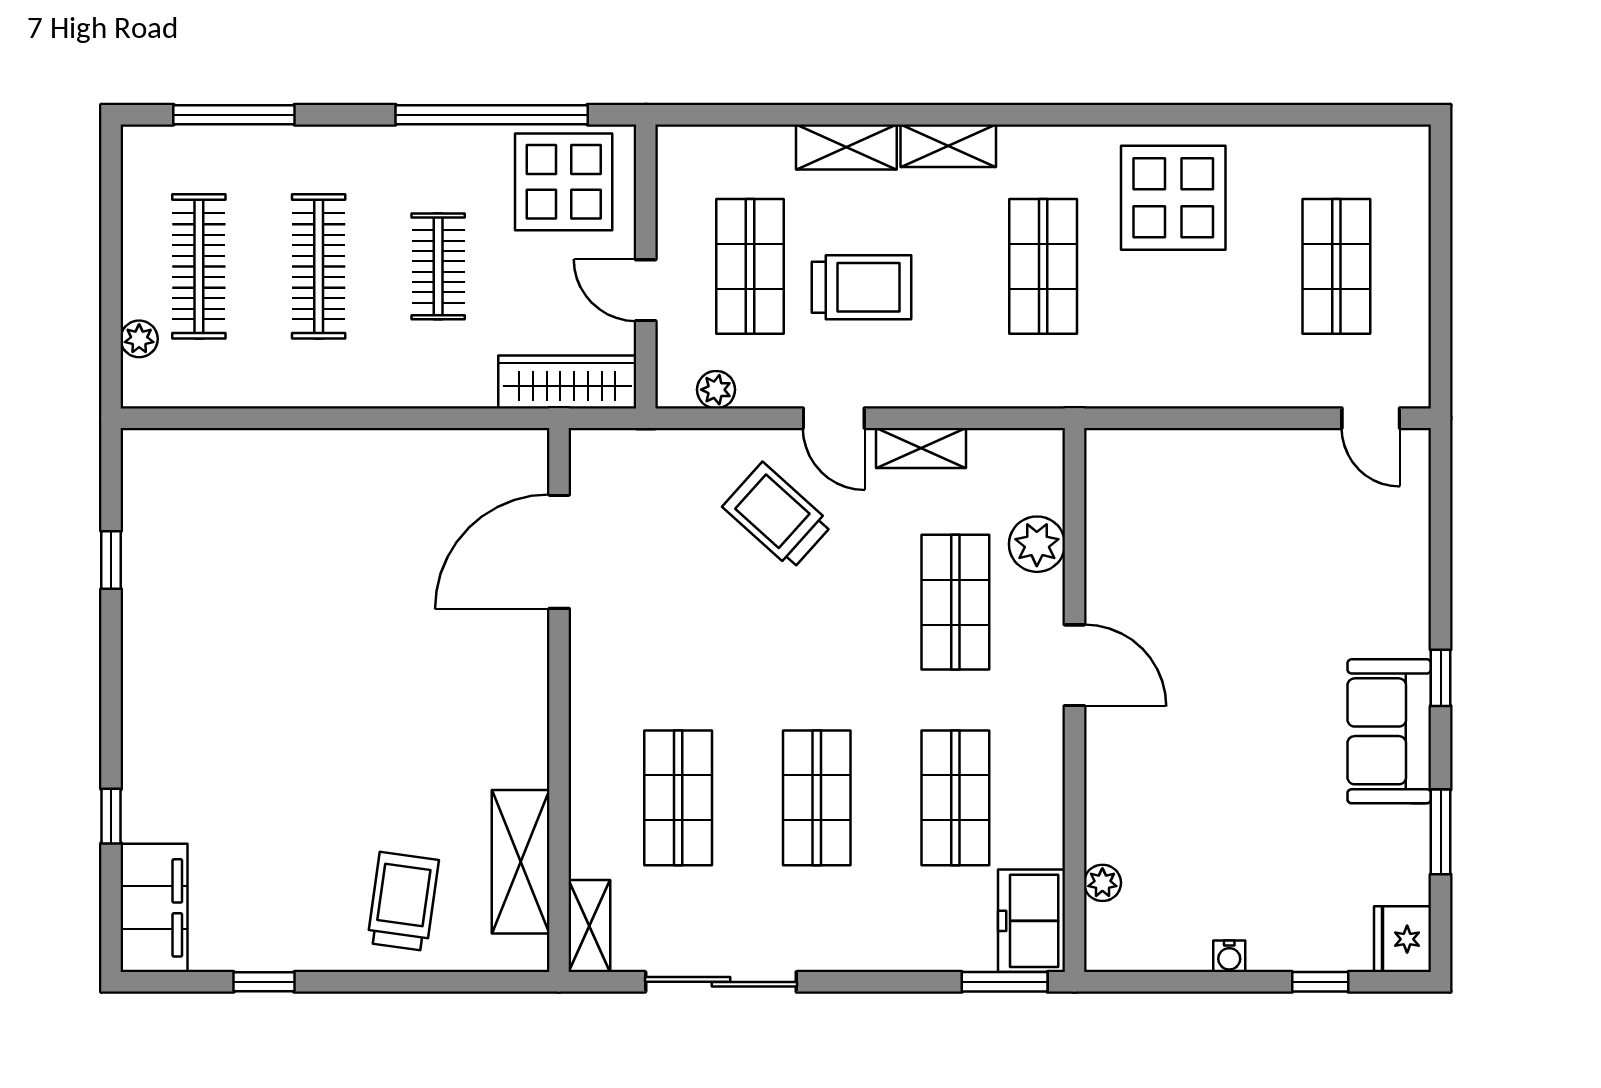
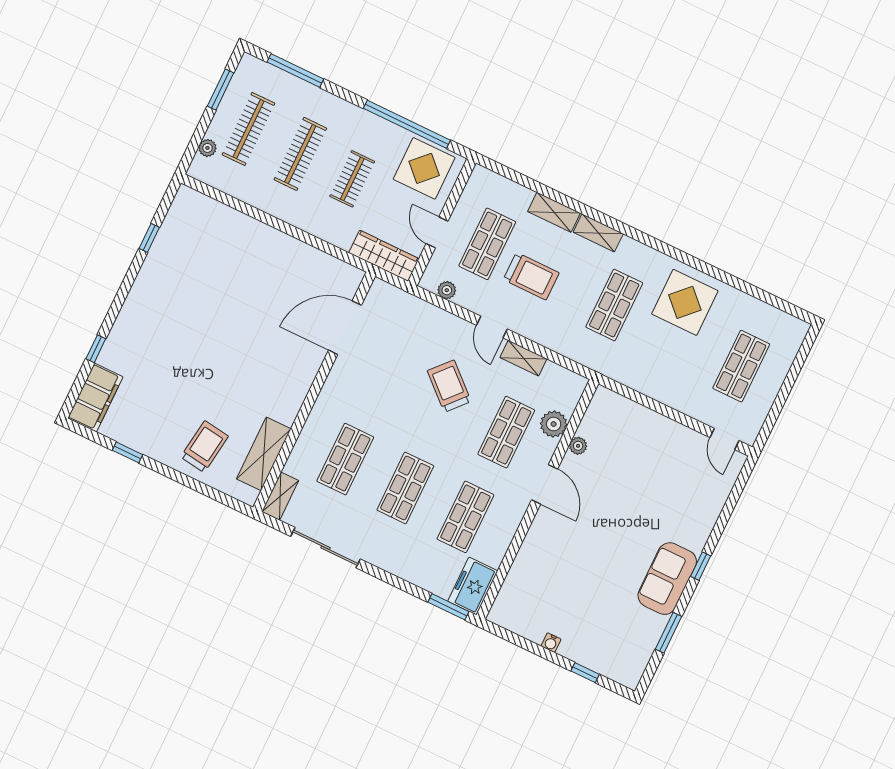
window: (111, 218) -> (221, 90), added
trolley: (777, 516) -> (449, 386), moved
plant: (1102, 883) -> (578, 446), moved
fridge: (1402, 939) -> (630, 671), removed

